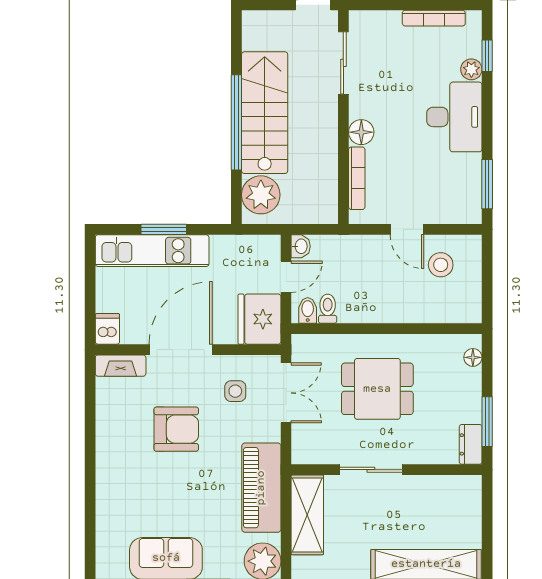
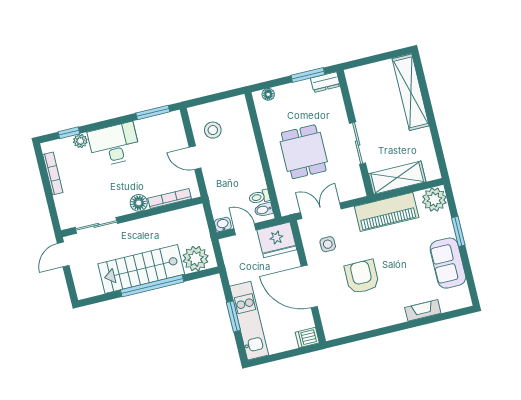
door: (407, 229) -> (195, 158), swing flipped
fireplace: (121, 366) -> (423, 310), moved, turned -90

